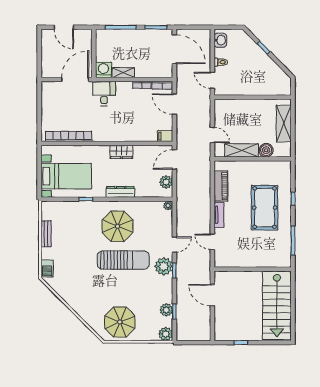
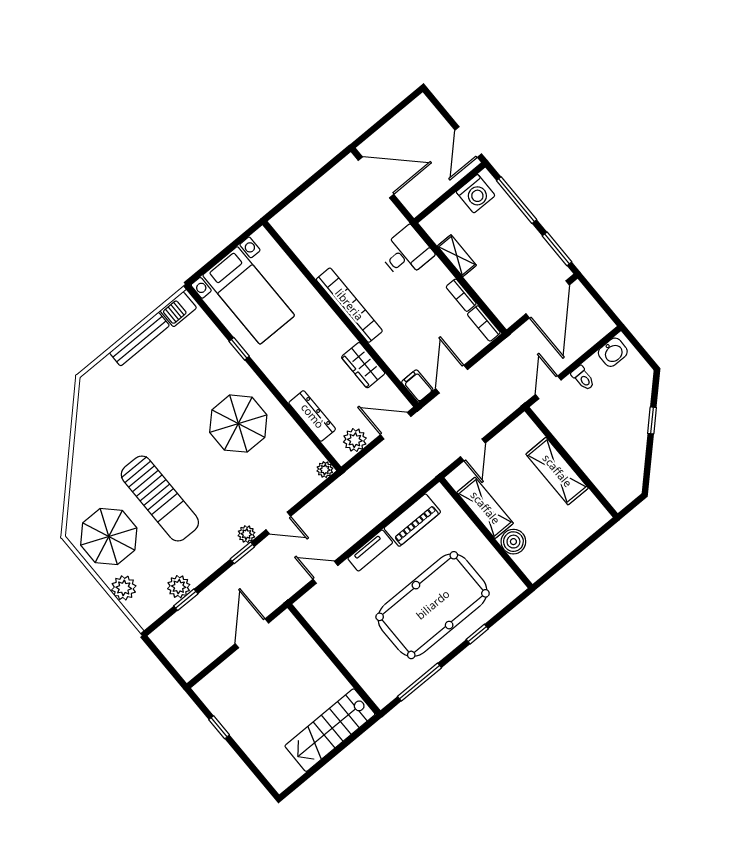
door: (64, 27) -> (468, 142), moved
washing machine: (103, 70) -> (476, 194), moved, turned 90
door: (75, 79) -> (376, 177), moved
door: (174, 104) -> (452, 379), moved
shelving: (284, 124) -> (557, 471), moved, turned 90
bookcase: (69, 136) -> (349, 305), moved
wardrobe: (121, 152) -> (363, 365), moved
dresser: (120, 192) -> (312, 416), moved
pool table: (265, 208) -> (433, 605), width x1.36, depth x1.32
bench: (46, 234) -> (139, 339), width x1.36
door: (212, 242) -> (325, 572), hinge flipped
sun lounger: (123, 260) -> (160, 499), moved
plant: (164, 266) -> (246, 534), width x0.53, depth x0.53
barbecue: (47, 268) -> (178, 309), moved
stairs: (277, 305) -> (330, 730), width x0.73, depth x0.66
plant: (166, 334) -> (124, 588), moved

